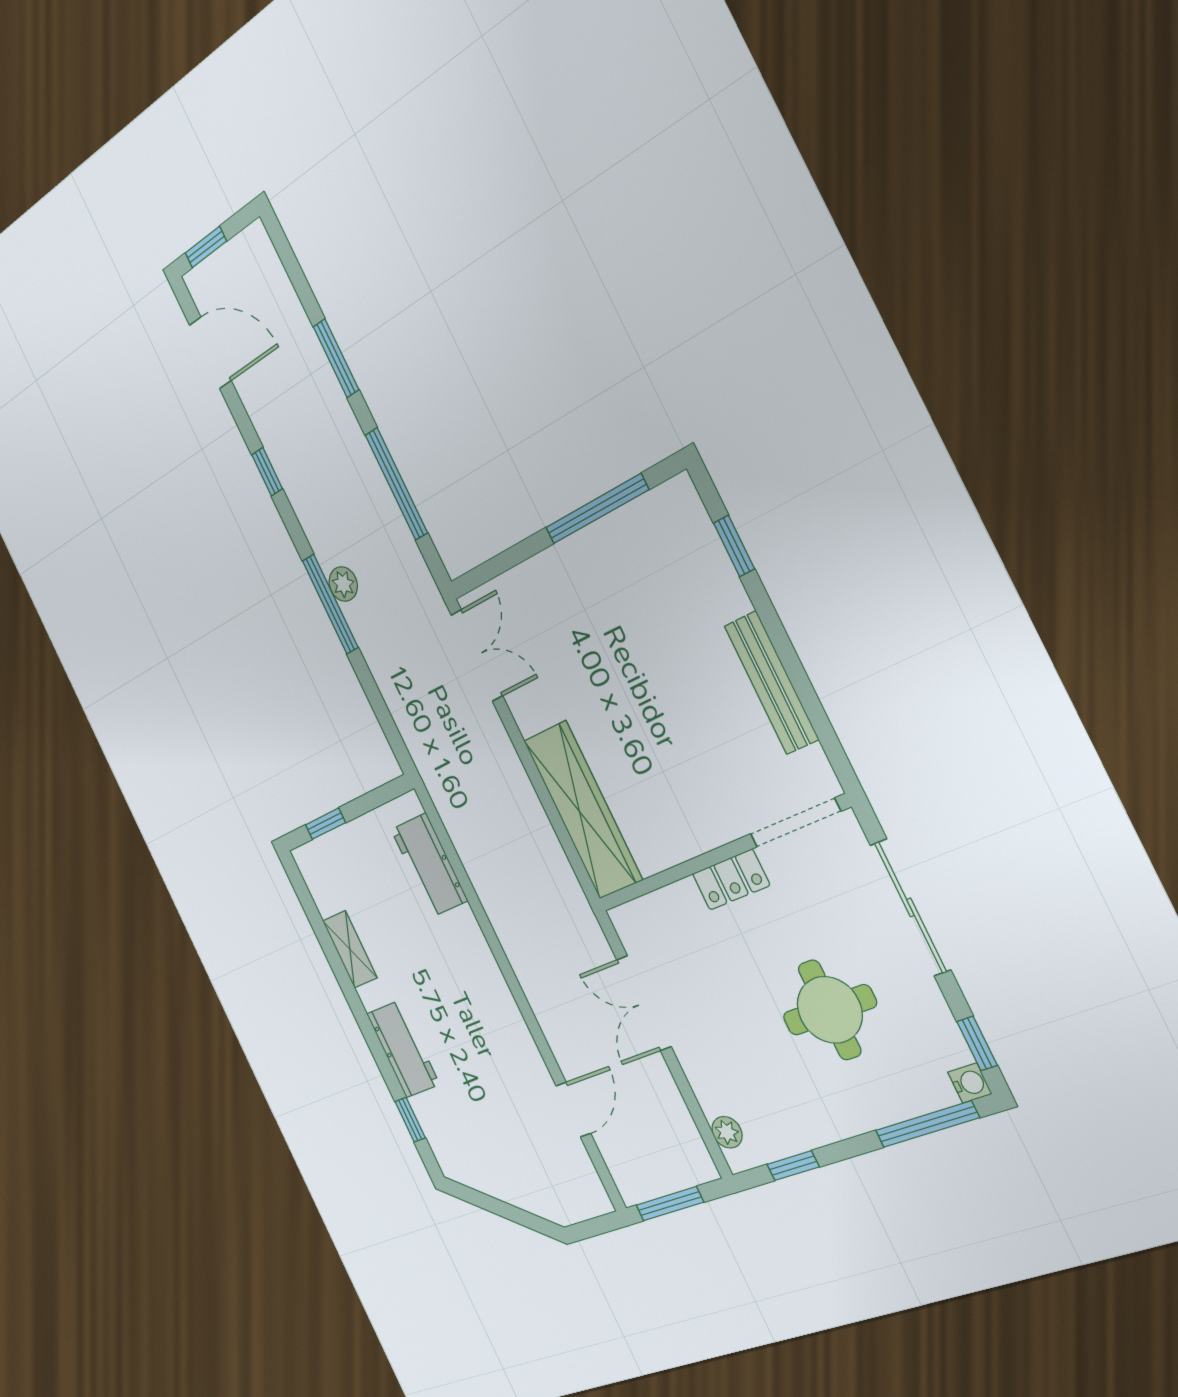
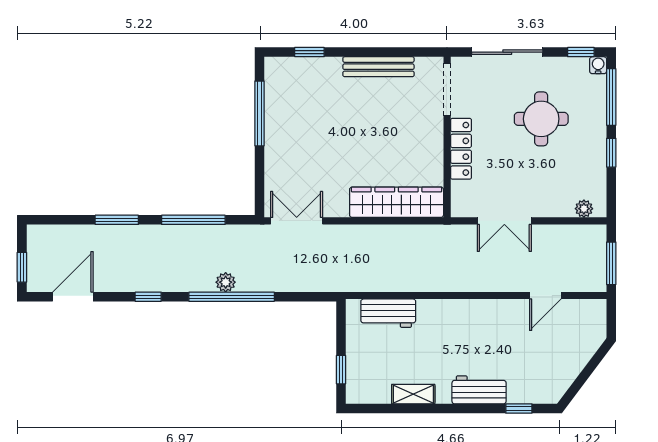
window: (330, 604) -> (232, 297), width x1.46
locker: (731, 880) -> (461, 149), width x1.53
door: (573, 1110) -> (545, 296), swing flipped
window: (793, 1166) -> (611, 153), moved

